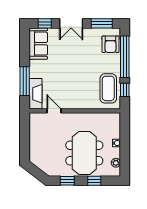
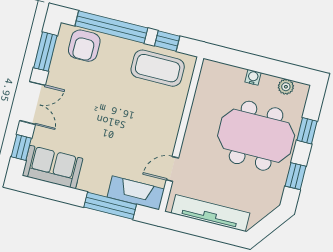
armchair: (111, 44) -> (84, 46), turned 90
tv unit: (35, 138) -> (210, 213), added

